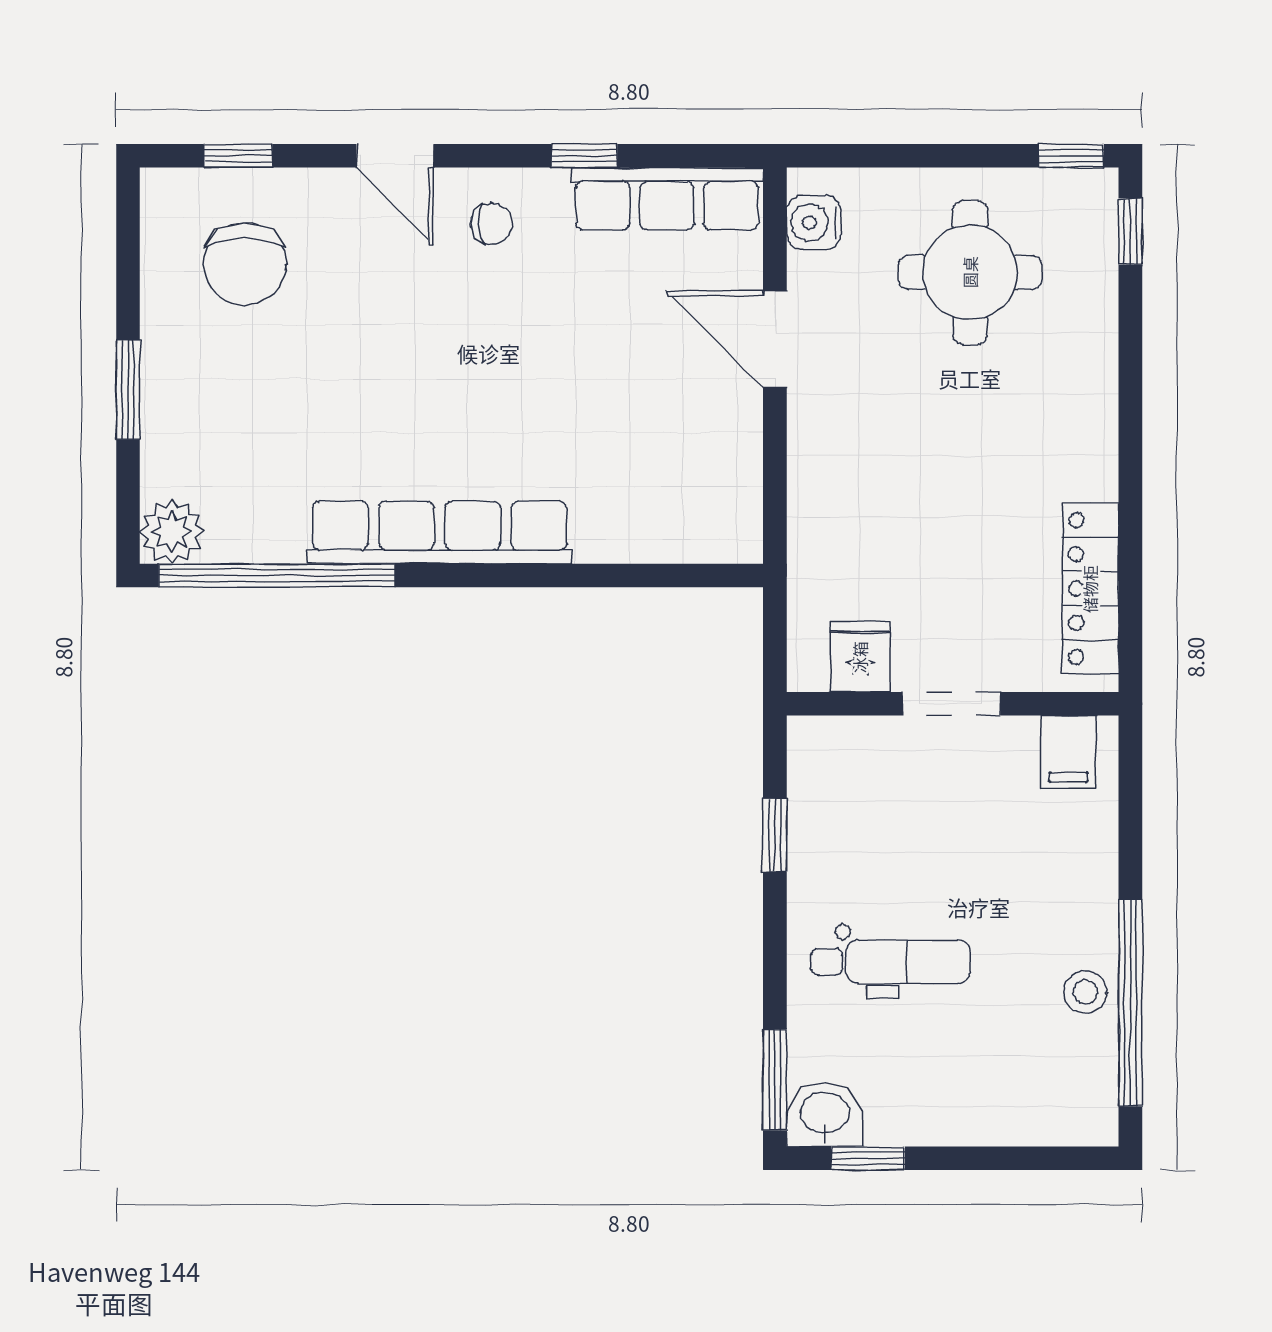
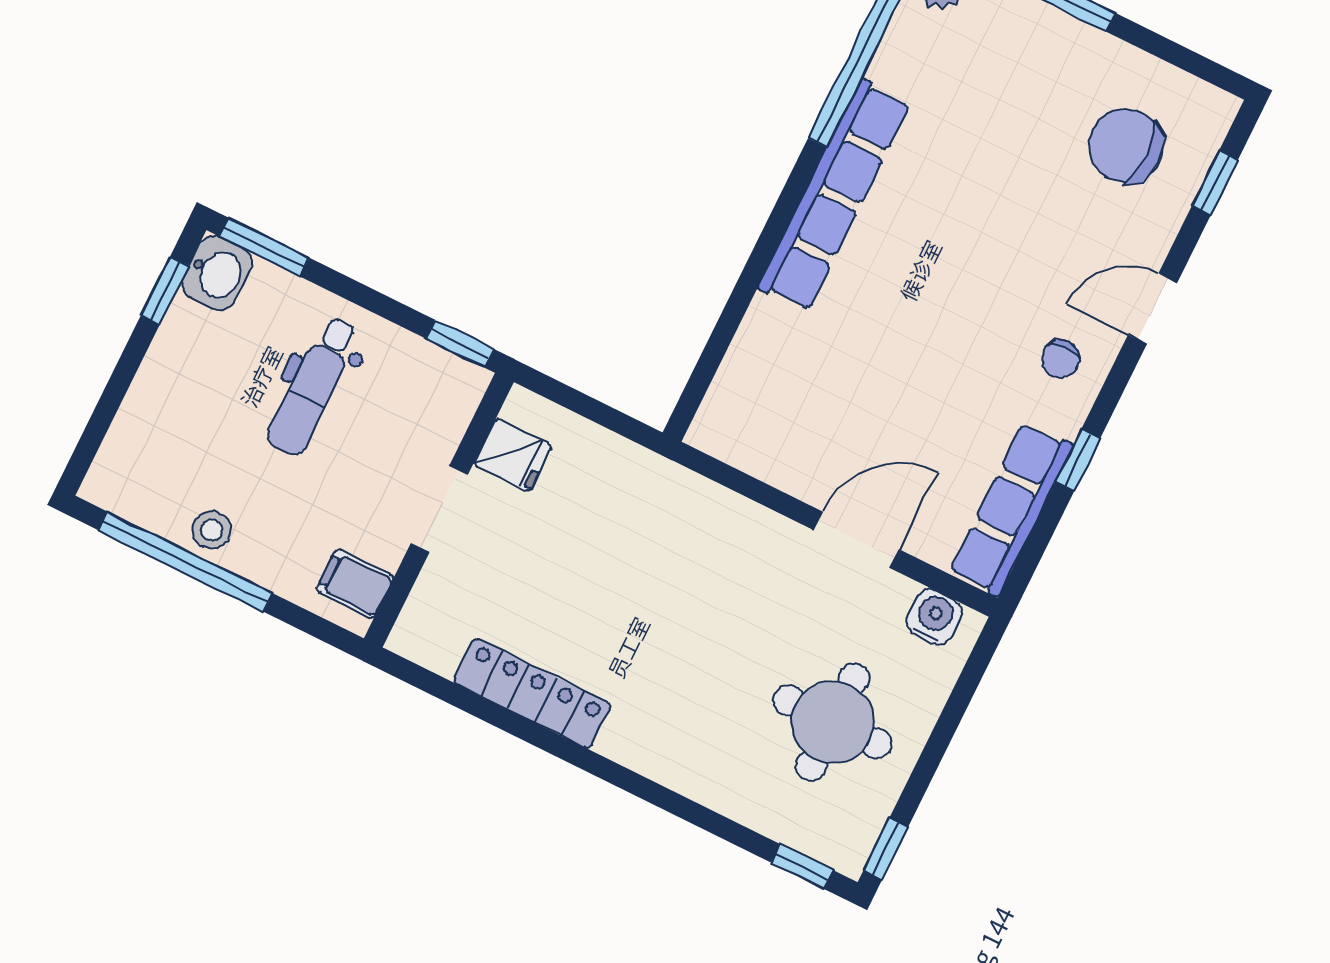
fridge: (860, 657) -> (513, 455), moved
doorway: (951, 704) -> (439, 509), moved
wall: (953, 704) -> (439, 510), moved
filing cabinet: (1068, 752) -> (355, 584), moved

